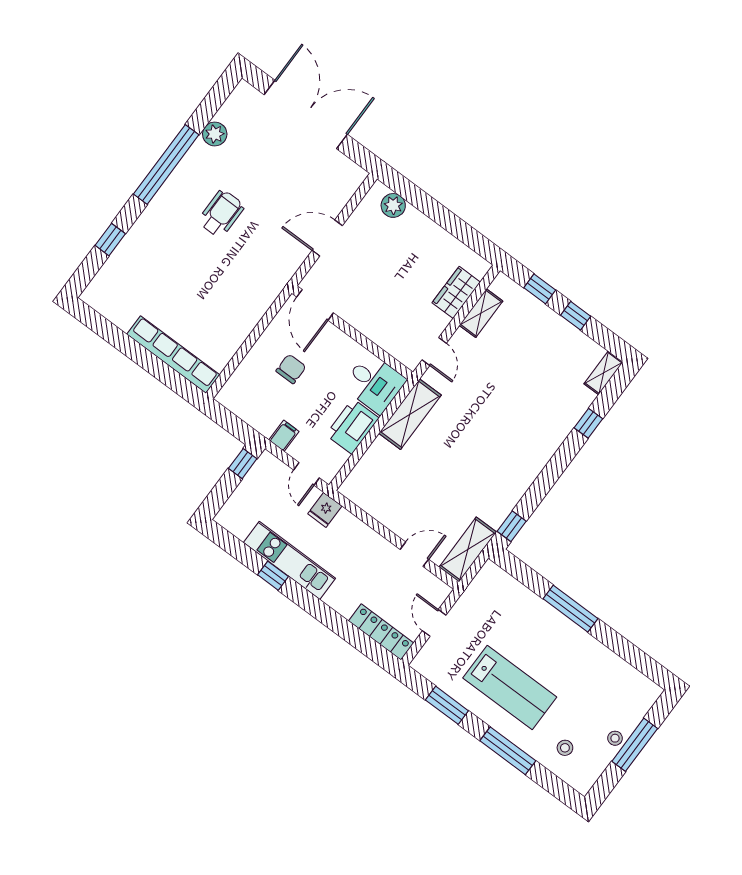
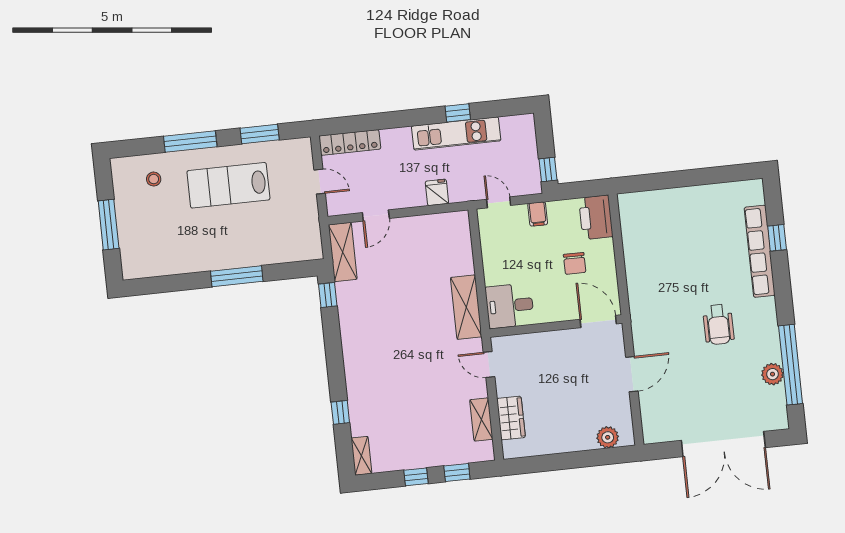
window: (166, 164) -> (791, 365), moved
row of seats: (173, 354) -> (760, 251), moved, turned 90
printer: (352, 426) -> (596, 217), moved, turned 180
fridge: (325, 510) -> (437, 192), moved
stool: (615, 738) -> (126, 217), removed

